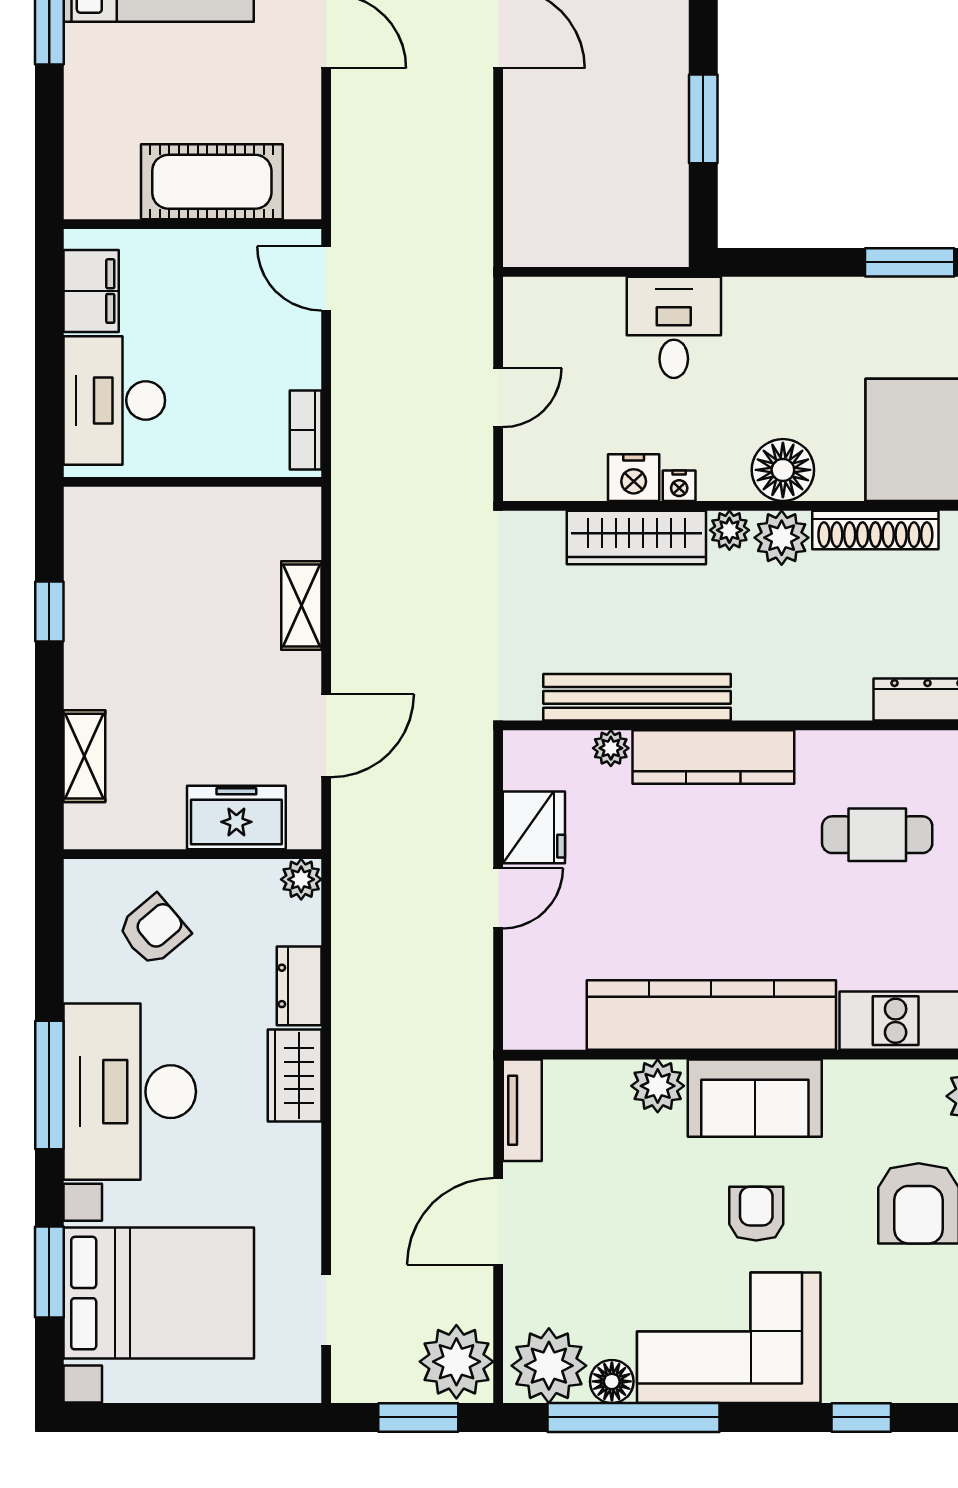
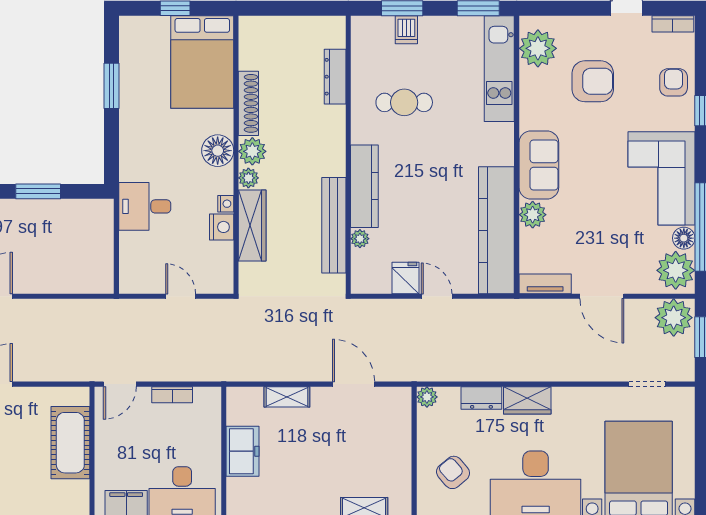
bookcase: (306, 430) -> (172, 395), moved
freezer: (236, 817) -> (243, 451), moved, turned 180
fridge: (534, 827) -> (406, 278), width x0.72
cafe table: (877, 835) -> (404, 102), turned 90
kitchen counter: (711, 1015) -> (496, 230), moved
armchair: (756, 1214) -> (674, 82), moved, turned 90

